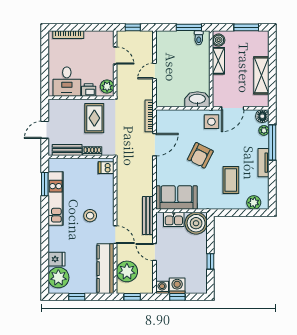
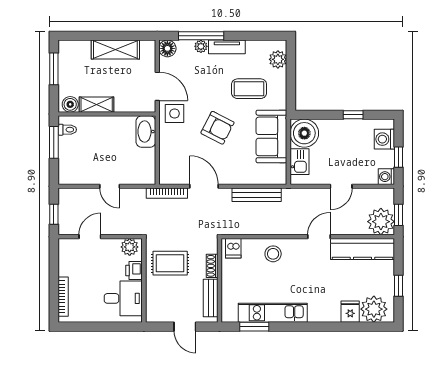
plant: (264, 130) -> (201, 46), moved
sofa: (177, 198) -> (271, 136), moved
bench: (148, 215) -> (257, 195), moved
stool: (90, 216) -> (273, 254), moved
plant: (127, 271) -> (381, 222), moved
washing machine: (177, 286) -> (384, 139), moved

